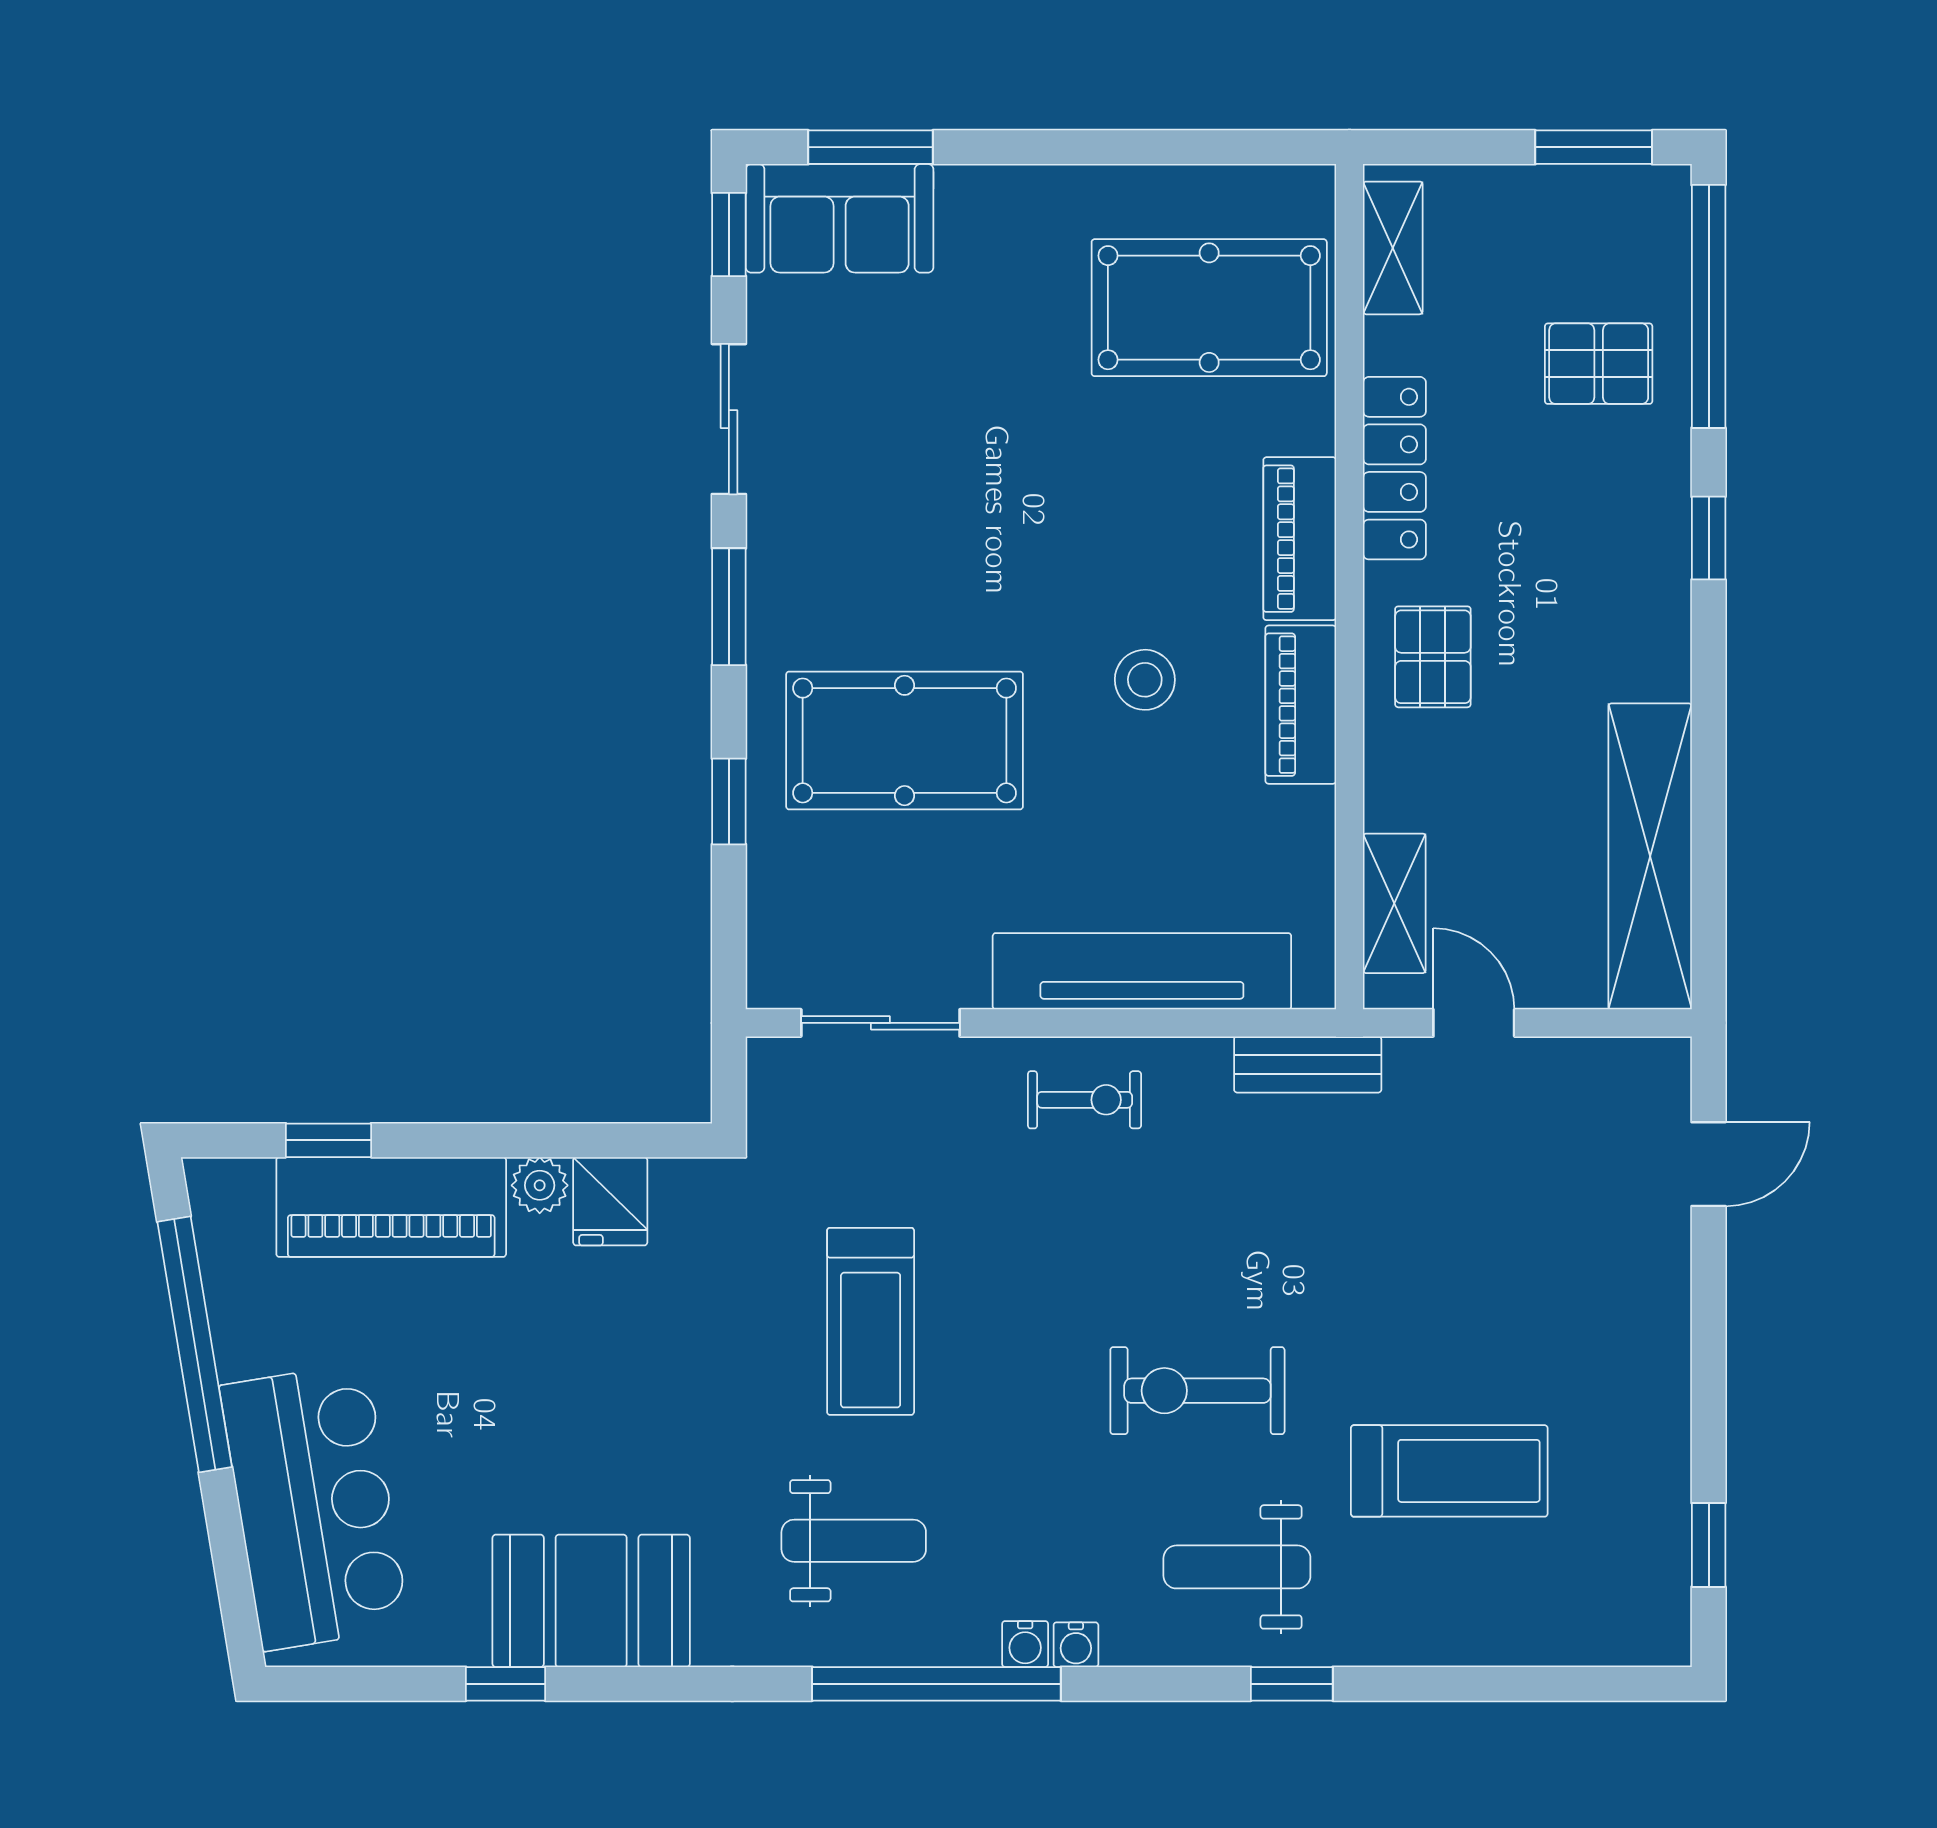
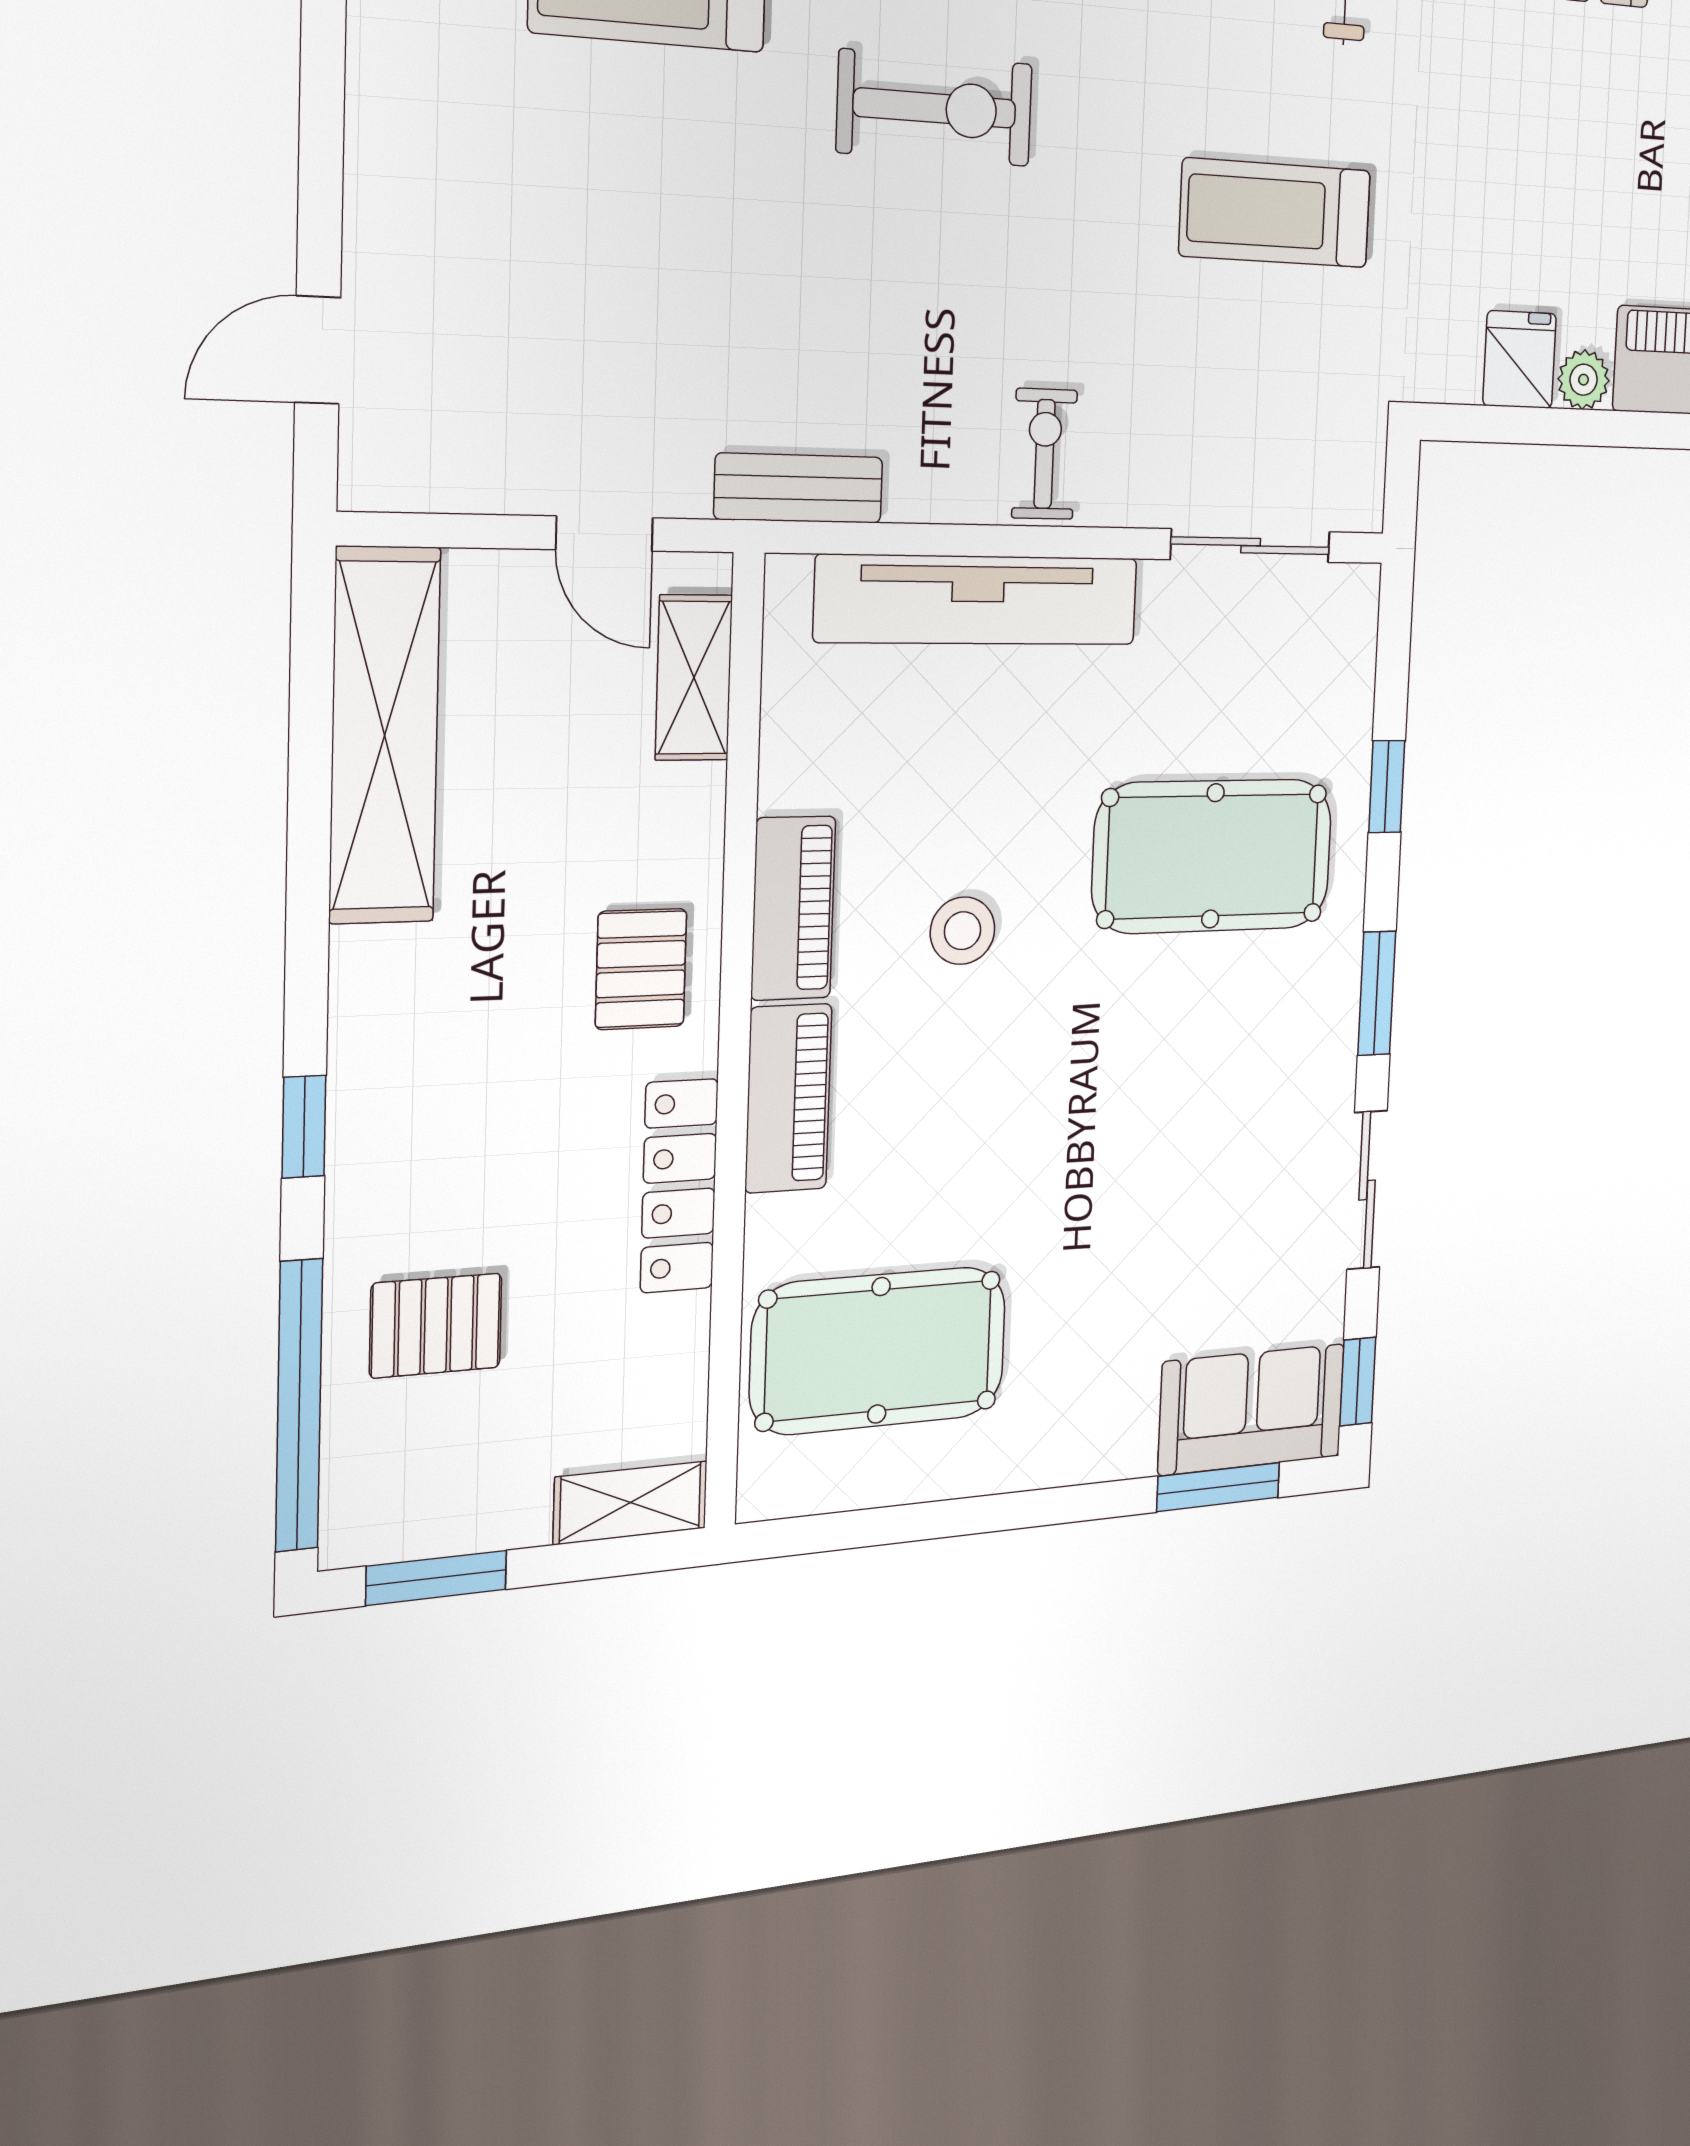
shelving: (1393, 248) -> (631, 1503), moved, turned 90
exercise bike: (1085, 1100) -> (1044, 454), turned 90
treadmill: (871, 1321) -> (1275, 213), turned -90

